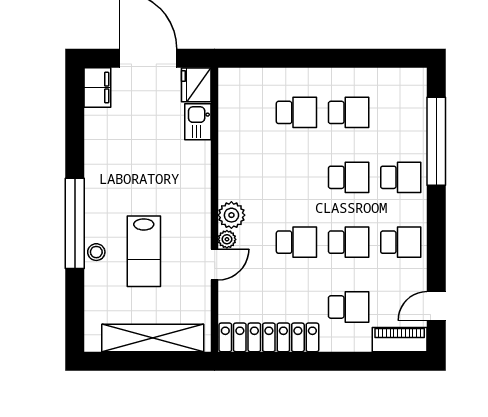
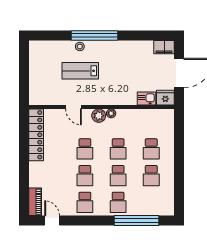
plant: (227, 239) -> (111, 113), moved
school desk: (349, 307) -> (118, 149), moved
shelving: (153, 338) -> (36, 75), removed

